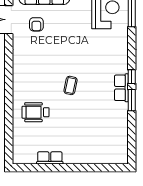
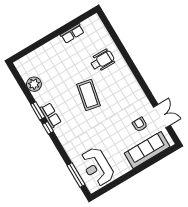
coffee table: (71, 85) -> (89, 95), width x1.86, depth x1.72
plant: (119, 130) -> (34, 84), added

